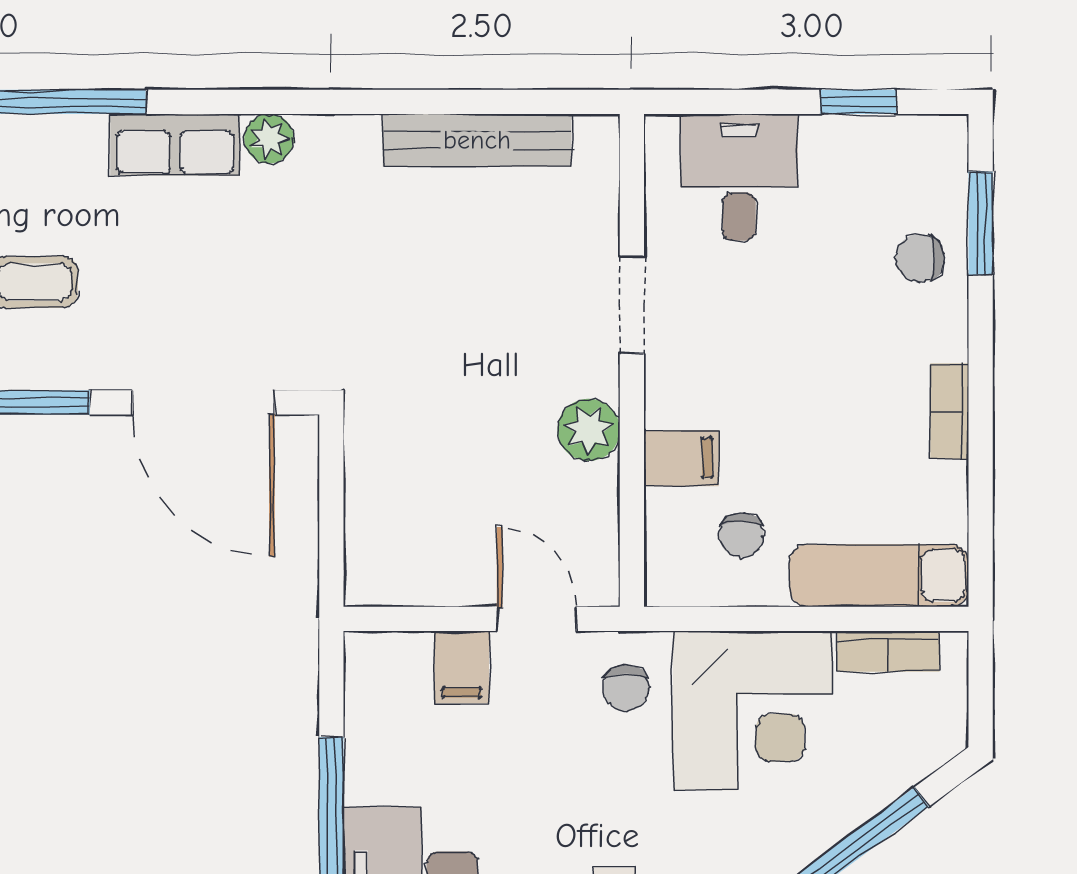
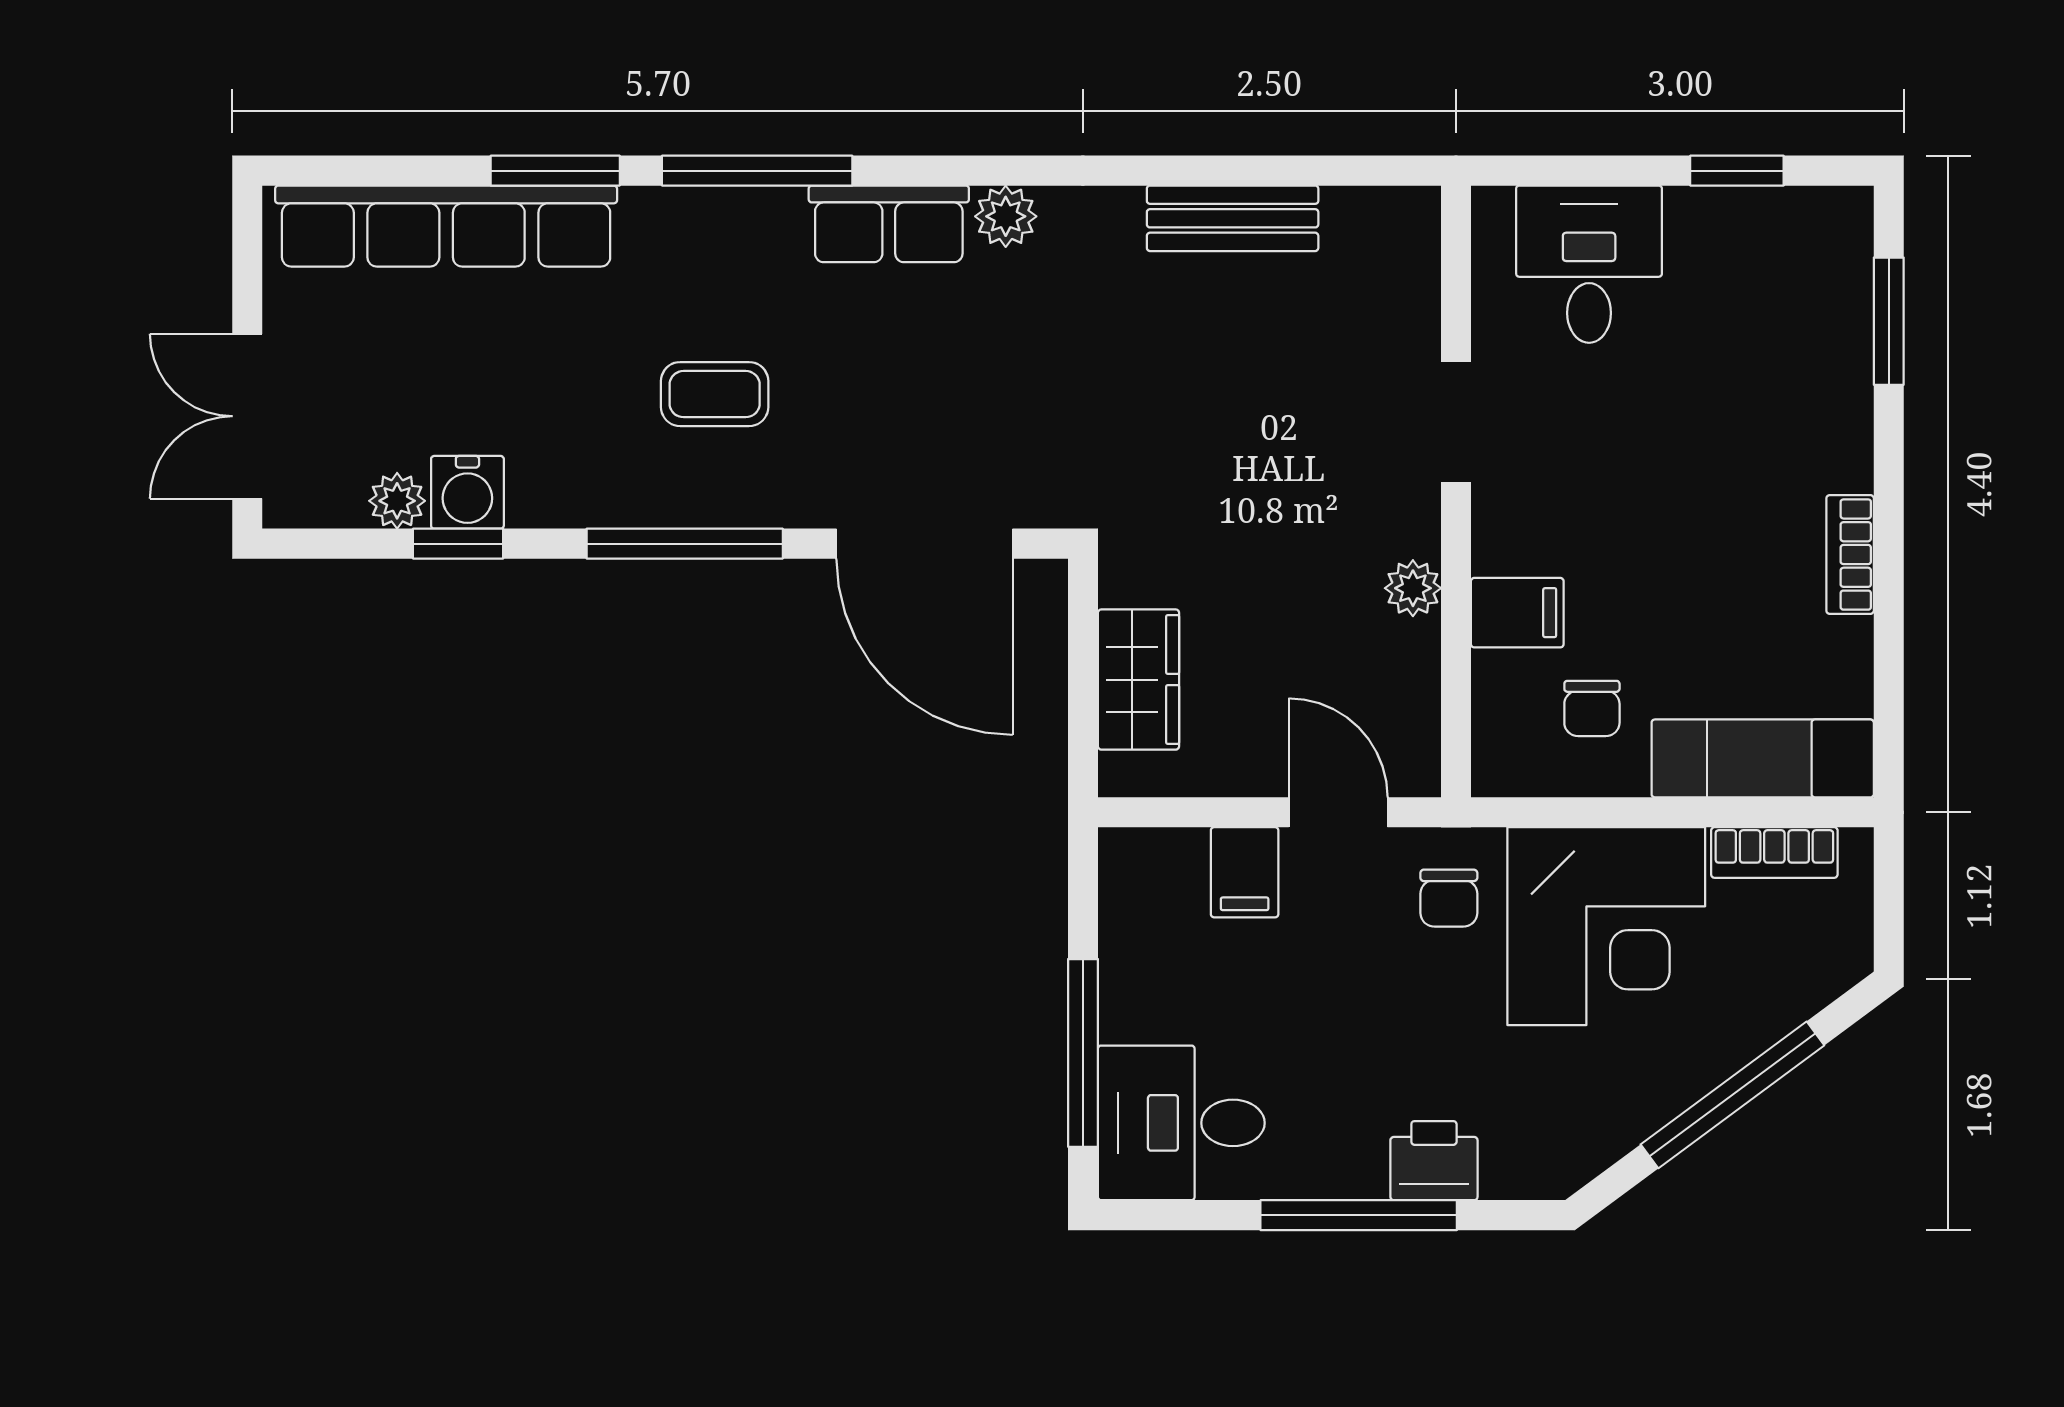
bench: (477, 140) -> (1233, 218), width x0.73
chair: (920, 258) -> (1813, 364), removed
plant: (589, 430) -> (1413, 588), width x0.73, depth x0.73
wardrobe: (376, 512) -> (1138, 680), added

